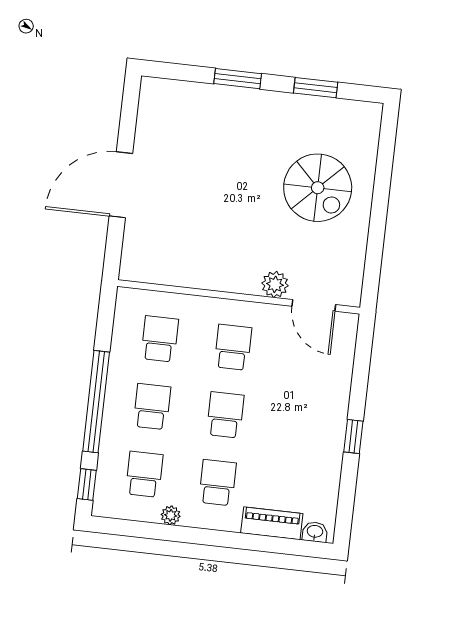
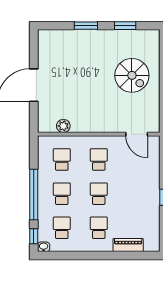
plant: (275, 284) -> (63, 126), moved
plant: (171, 515) -> (77, 247), removed
washbasin: (315, 532) -> (44, 247), moved

